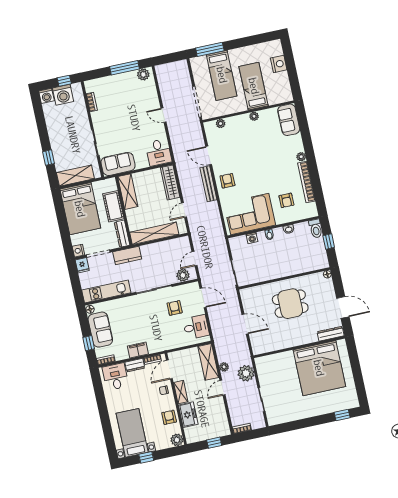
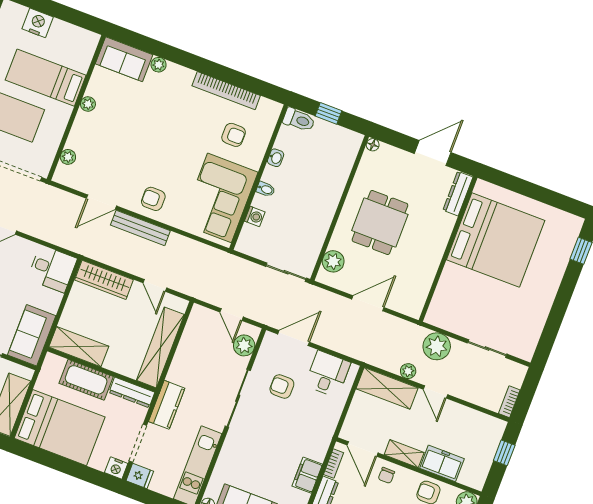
plant: (301, 157) -> (159, 65), moved
plant: (255, 293) -> (333, 261), added

